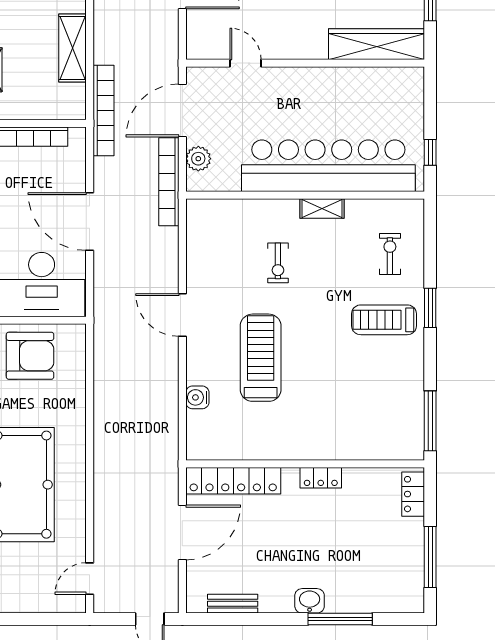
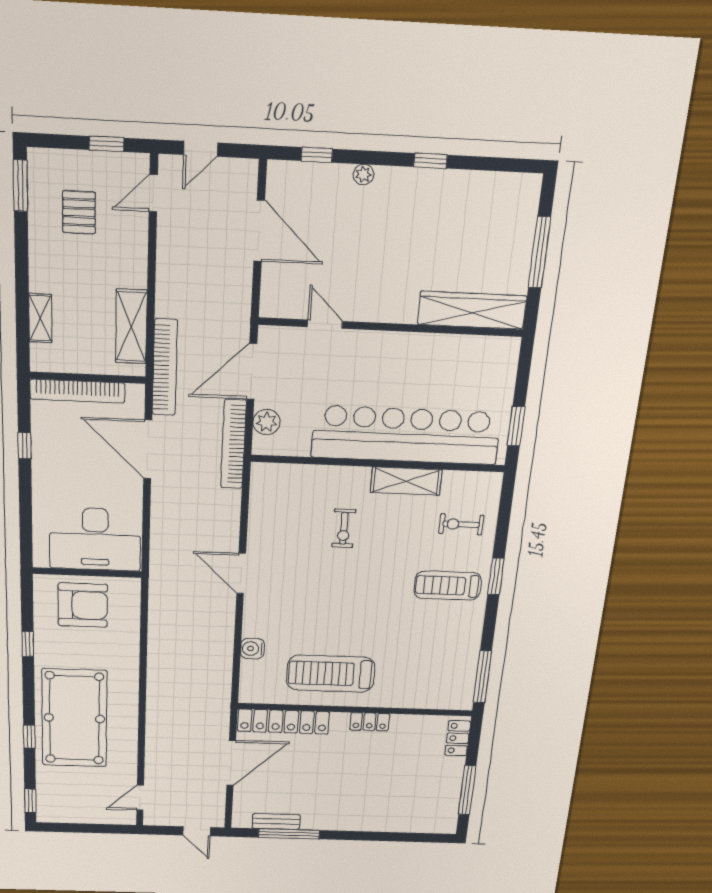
shelving: (73, 48) -> (131, 327), moved
window: (430, 152) -> (516, 426), width x1.50
shelving: (322, 208) -> (406, 481), width x1.50, depth x1.33
door: (90, 221) -> (148, 449), moved
exercise bike: (390, 254) -> (461, 524), turned -90
treadmill: (261, 358) -> (331, 674), moved, turned -90
washbasin: (310, 601) -> (349, 821), removed
window: (340, 619) -> (289, 834), moved

